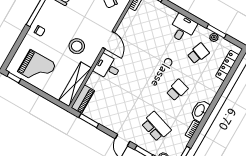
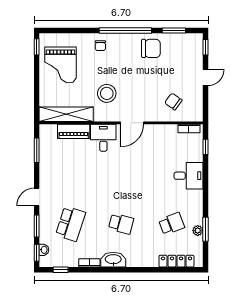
desk: (183, 28) -> (189, 176), moved
school desk: (198, 53) -> (172, 224), turned -42
piano: (83, 99) -> (74, 131), moved

